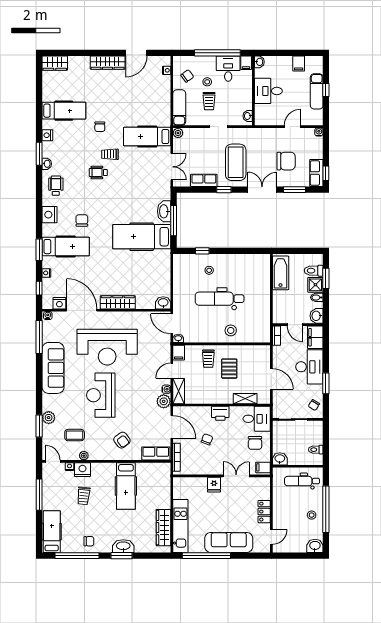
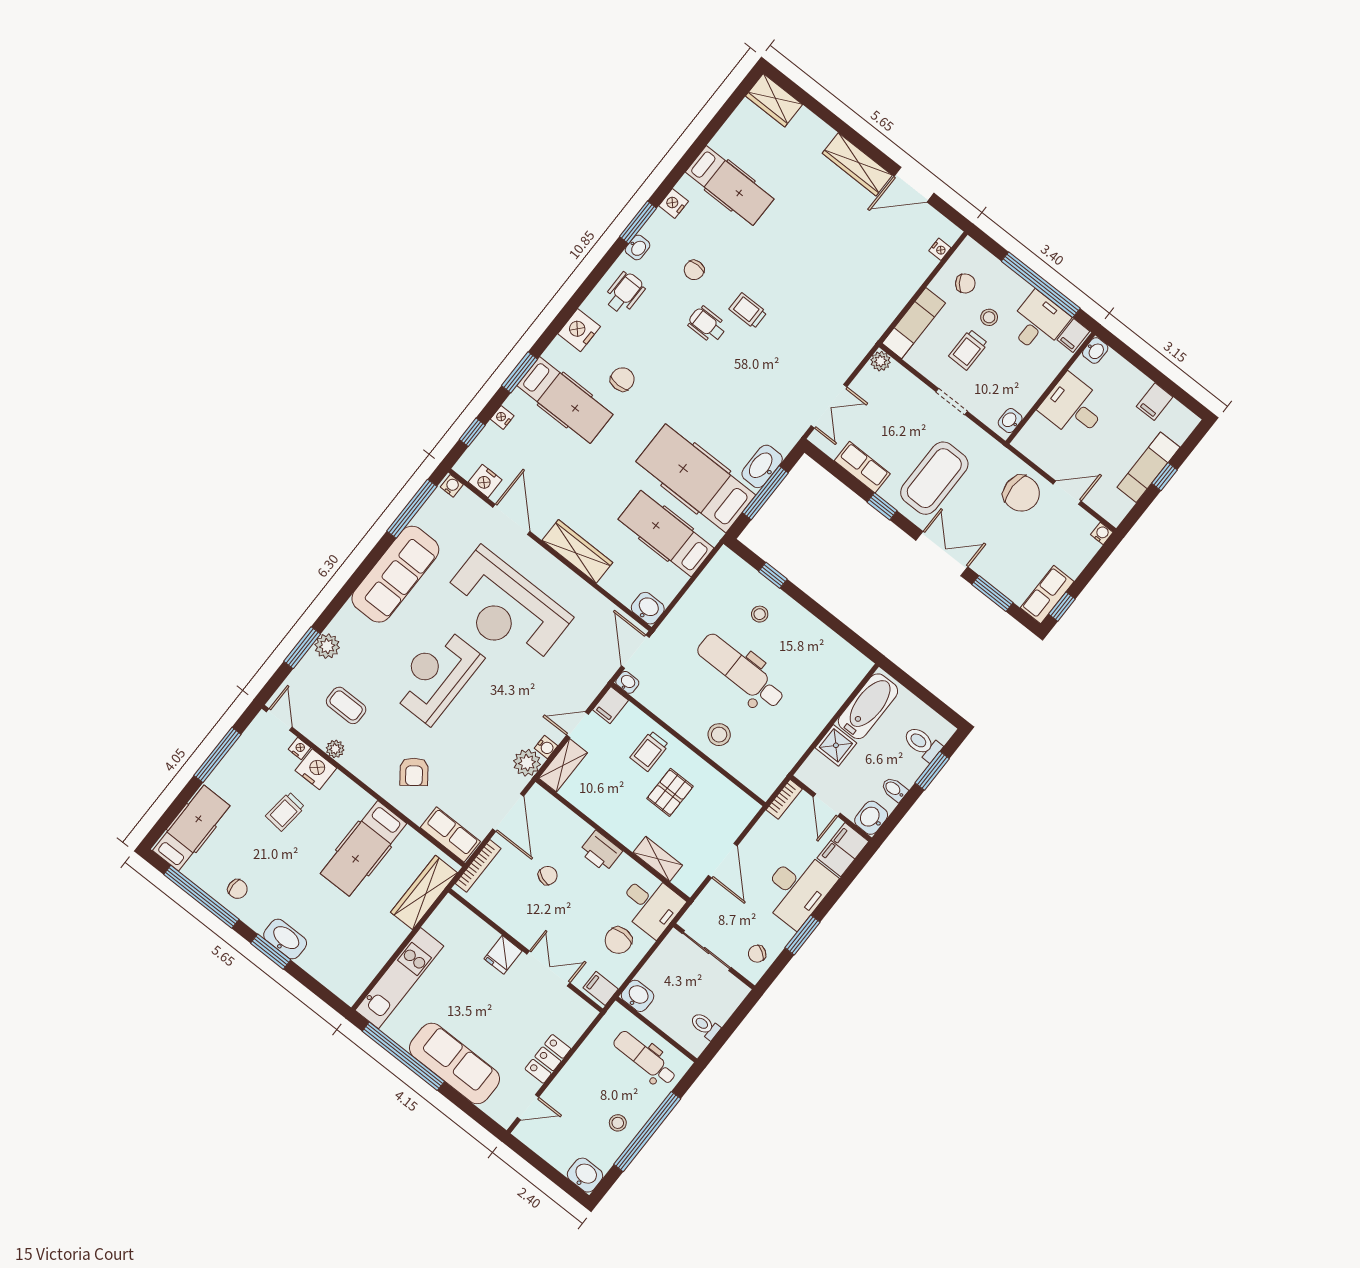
chair: (100, 127) -> (694, 270), moved
hospital bed: (147, 137) -> (666, 534), moved
chair: (286, 161) -> (1021, 493), moved
shower: (315, 285) -> (836, 745), moved
door: (82, 310) -> (511, 519), width x0.73
wardrobe: (163, 528) -> (424, 892), moved

